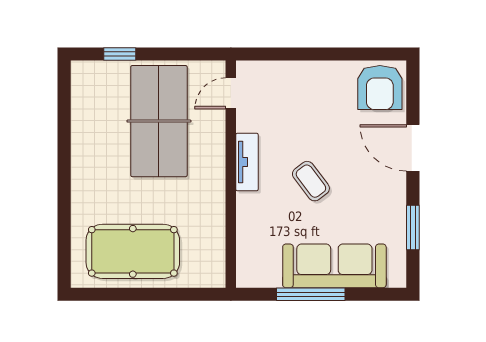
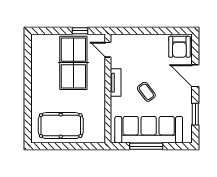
window: (120, 54) -> (80, 31), moved
door: (231, 93) -> (108, 50), hinge flipped
sofa: (334, 266) -> (149, 130), width x1.36, depth x1.27

